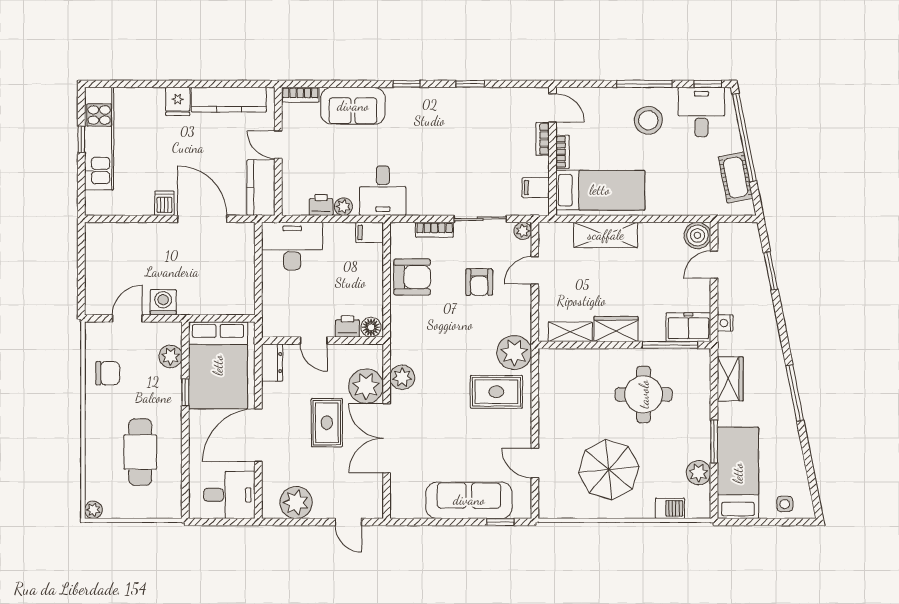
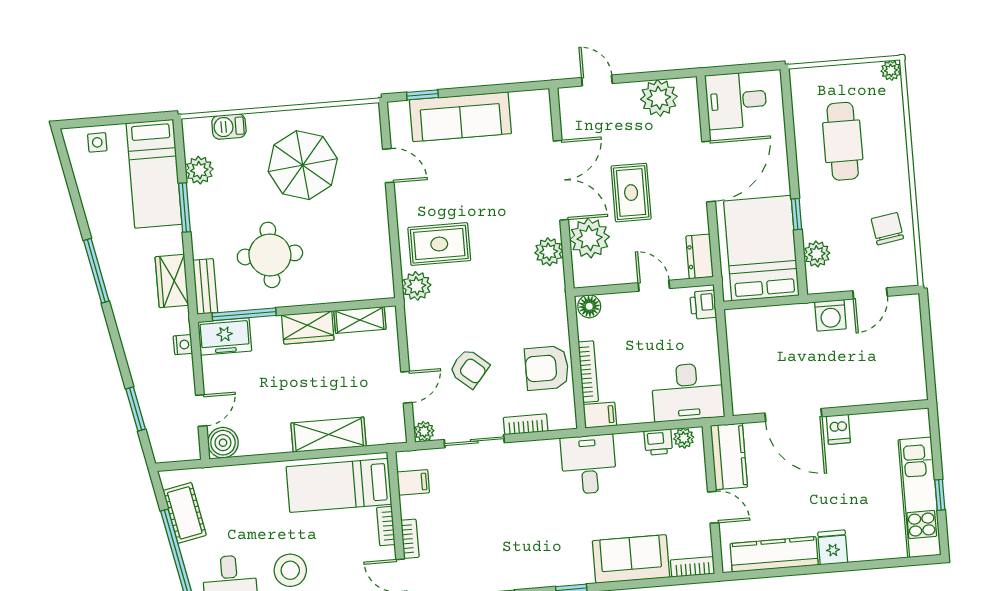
plant: (343, 207) -> (684, 438), moved
bookcase: (377, 271) -> (588, 372), added
armchair: (479, 282) -> (469, 368), turned 130
printer: (347, 326) -> (703, 305), moved, turned 90
plant: (514, 353) -> (417, 286), width x0.73, depth x0.73
bench: (702, 372) -> (205, 286), added
chair: (108, 373) -> (887, 229), turned 81

